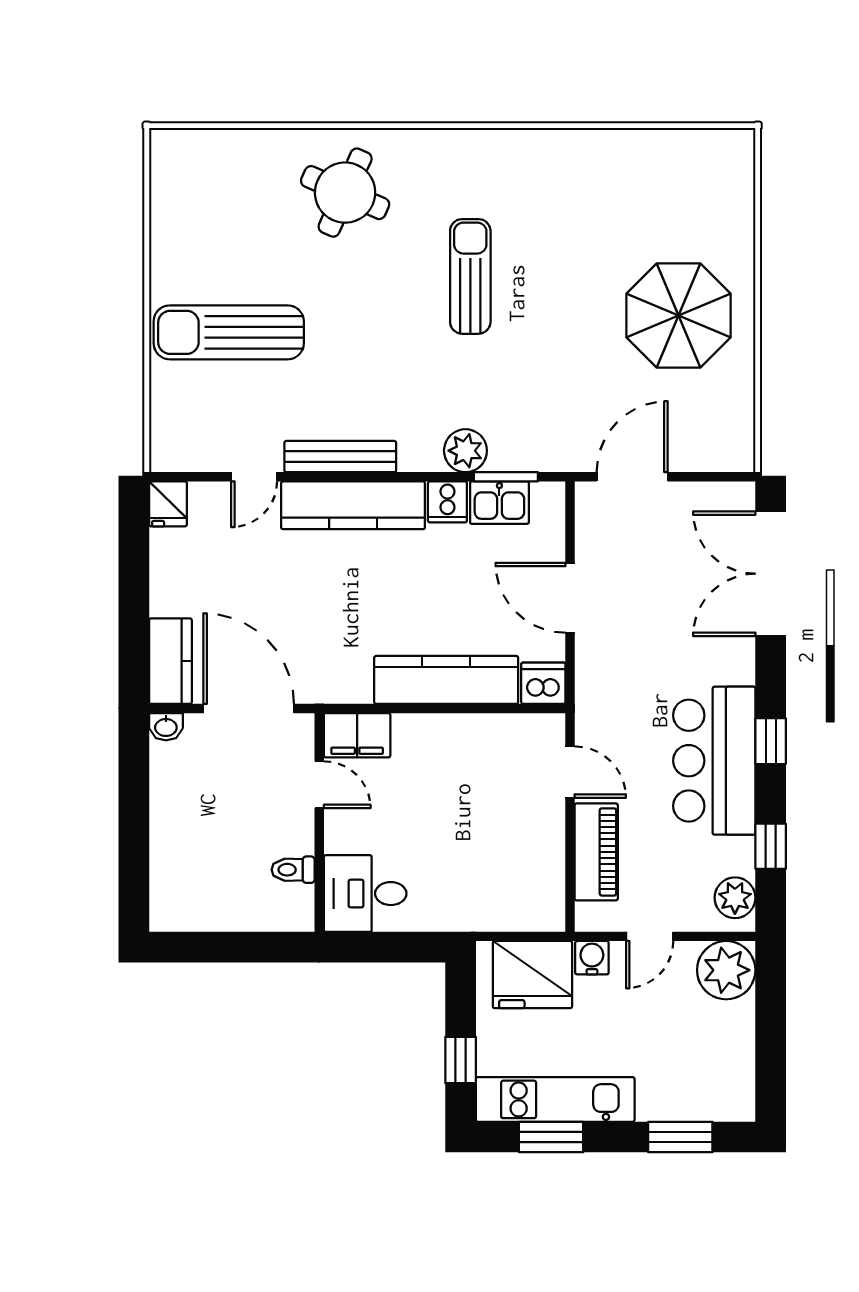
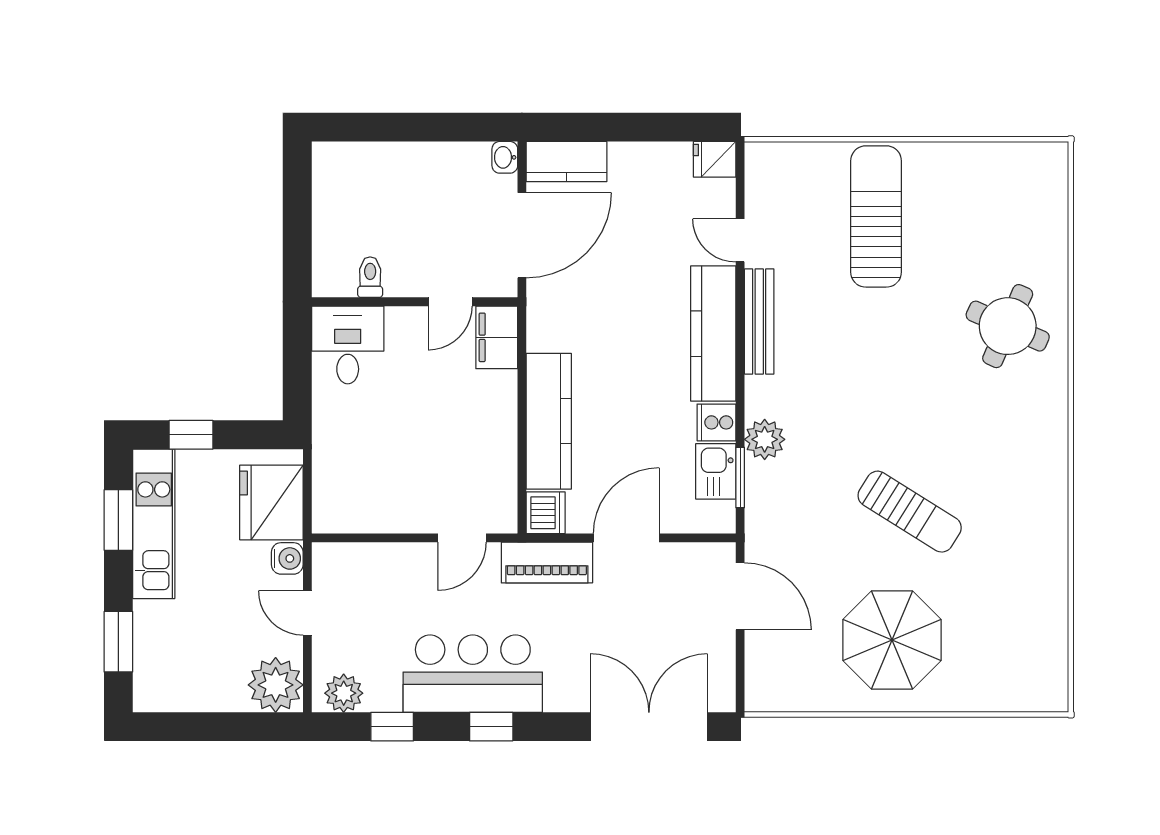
sun lounger: (470, 276) -> (910, 512), moved, turned 32
piano: (596, 852) -> (547, 562), moved

